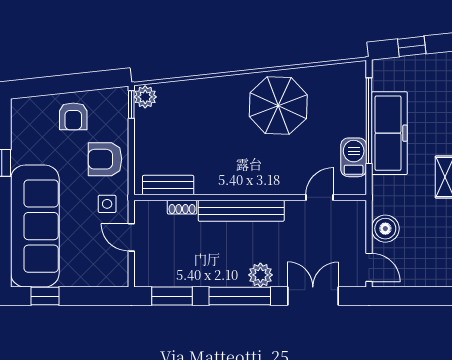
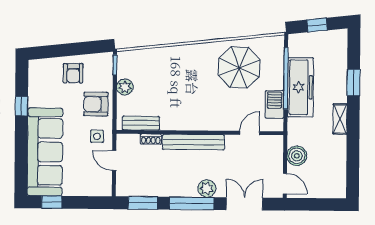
plant: (145, 97) -> (125, 87), moved
parasol: (278, 106) -> (239, 68), moved

